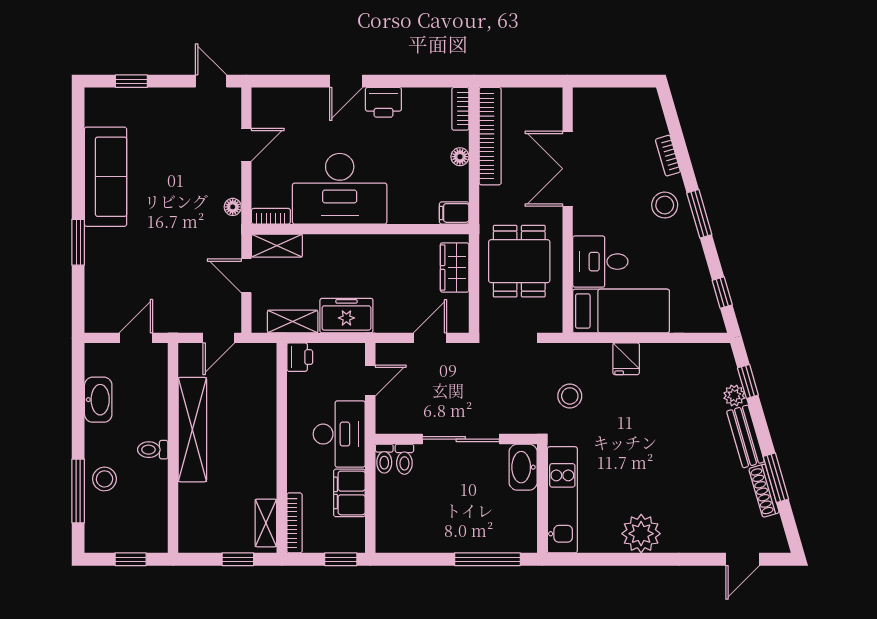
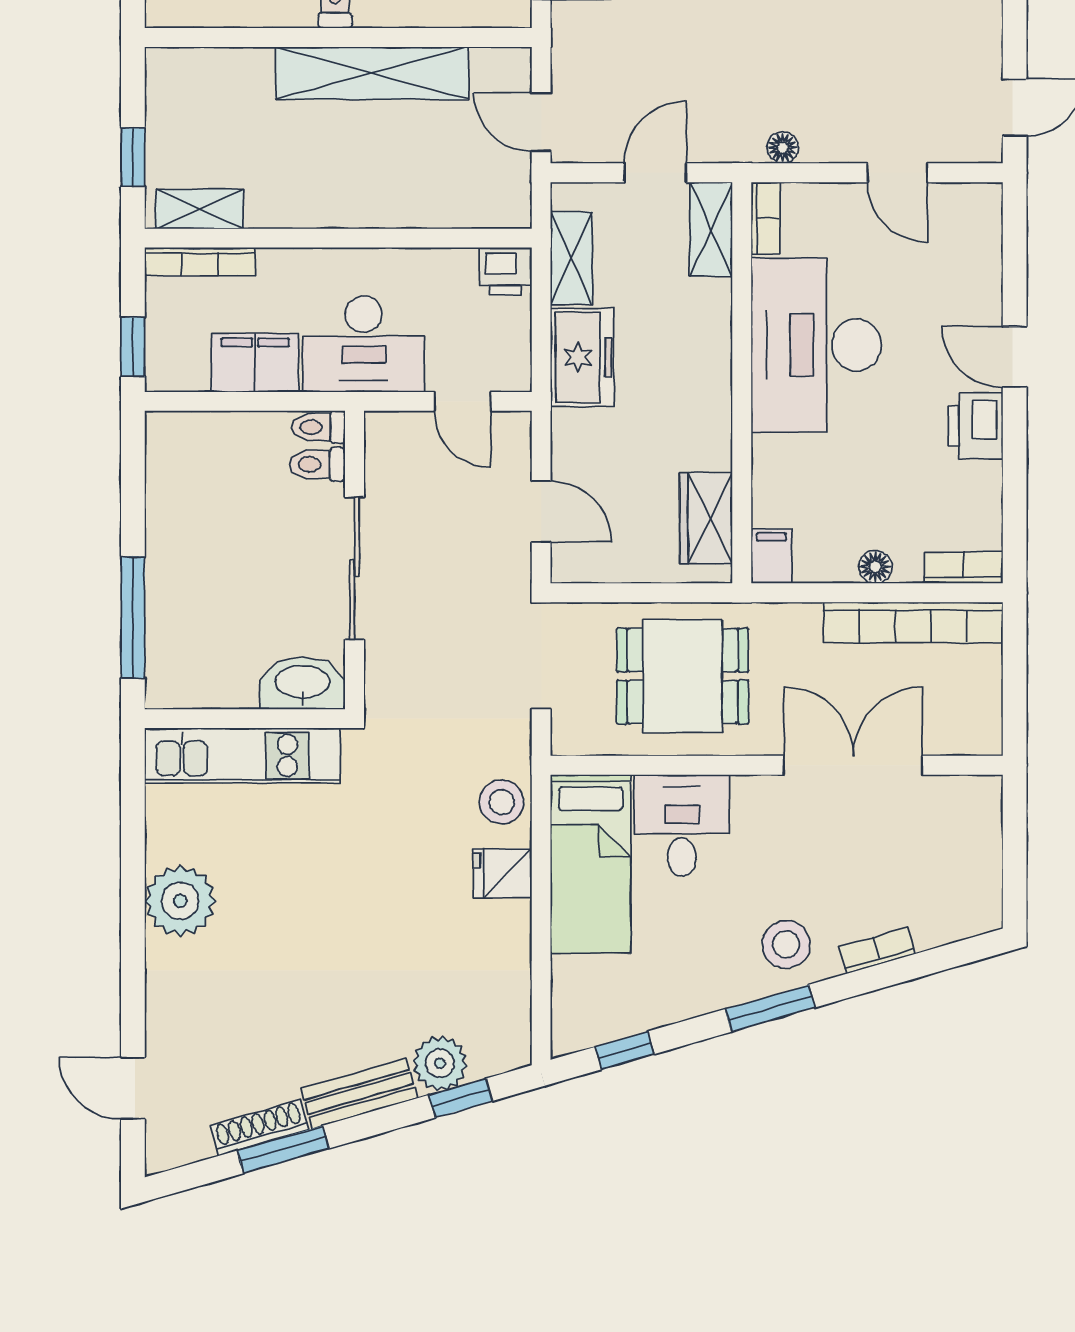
wardrobe: (455, 267) -> (706, 518), moved, turned -90
plant: (734, 395) -> (440, 1063), width x1.38, depth x1.38
stool: (570, 396) -> (502, 802), moved

